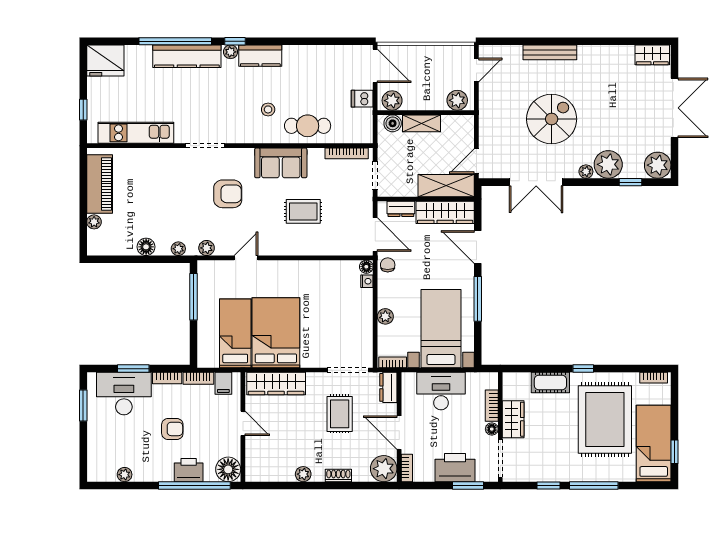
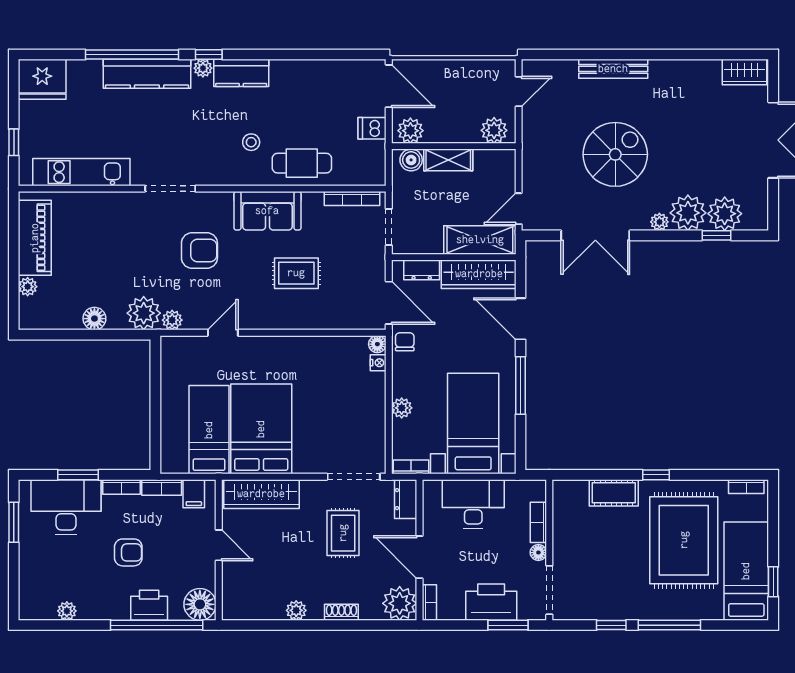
plant: (658, 165) -> (725, 214), moved
plant: (178, 249) -> (144, 313), width x1.88, depth x1.88
window: (194, 297) -> (155, 383), removed
wardrobe: (513, 419) -> (566, 540), removed

